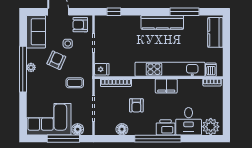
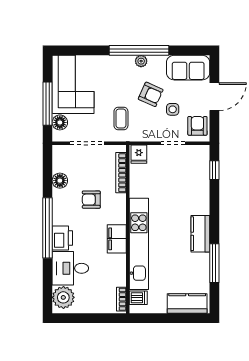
kitchen counter: (162, 22) -> (200, 234), width x0.67

